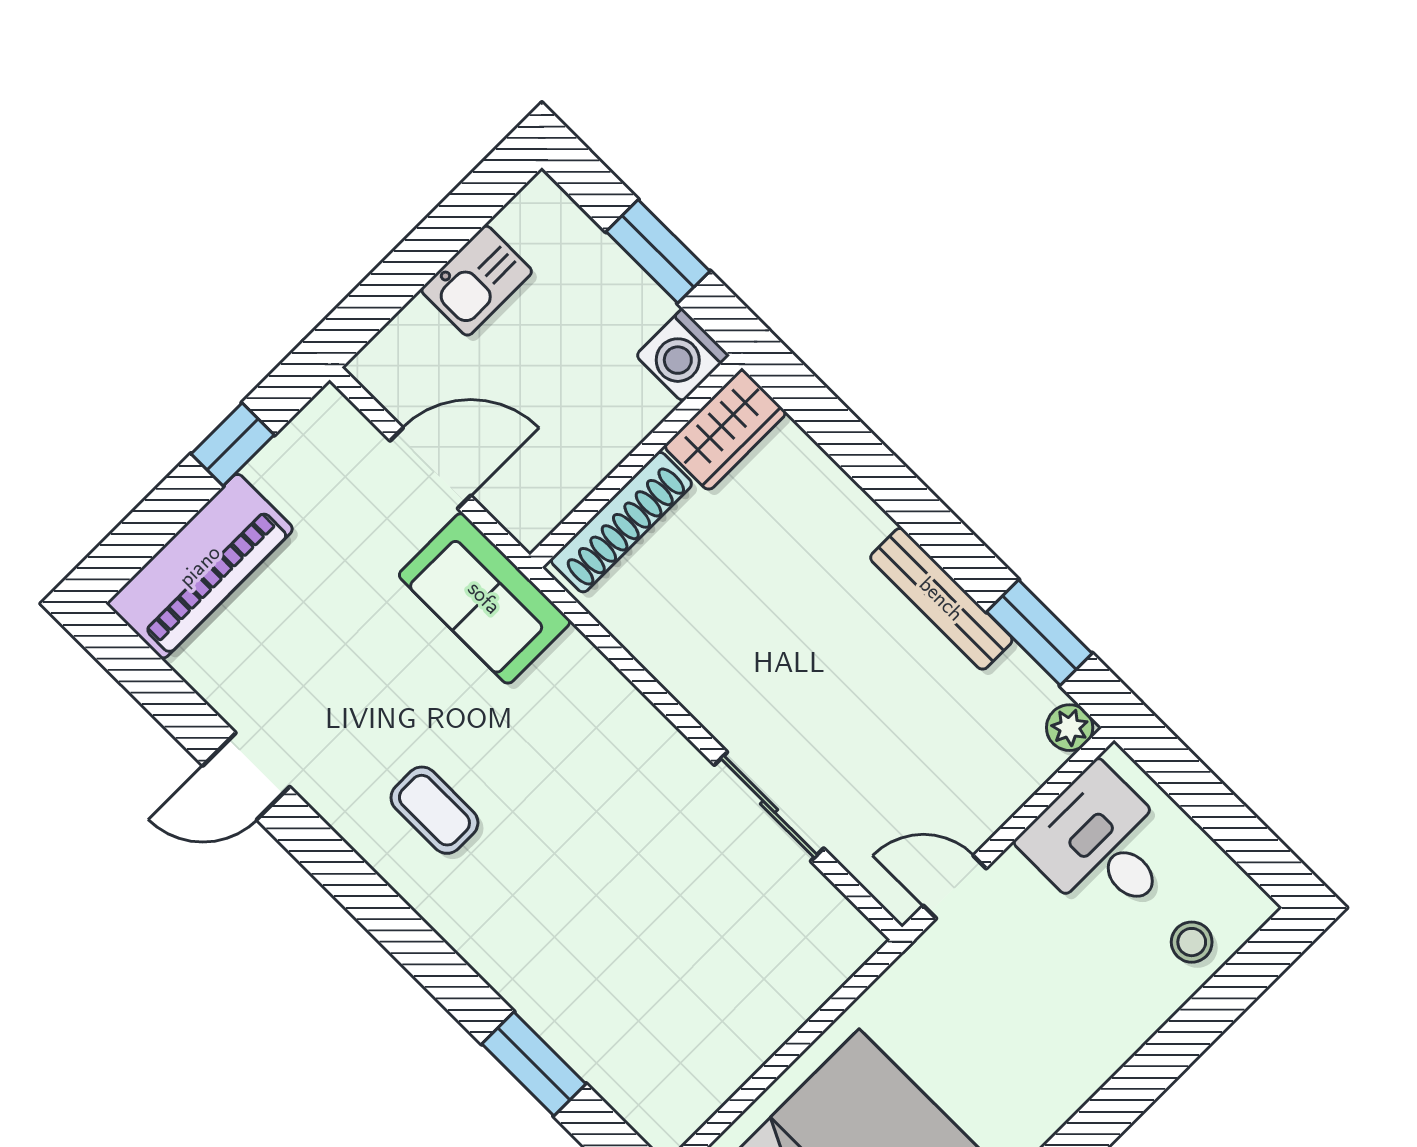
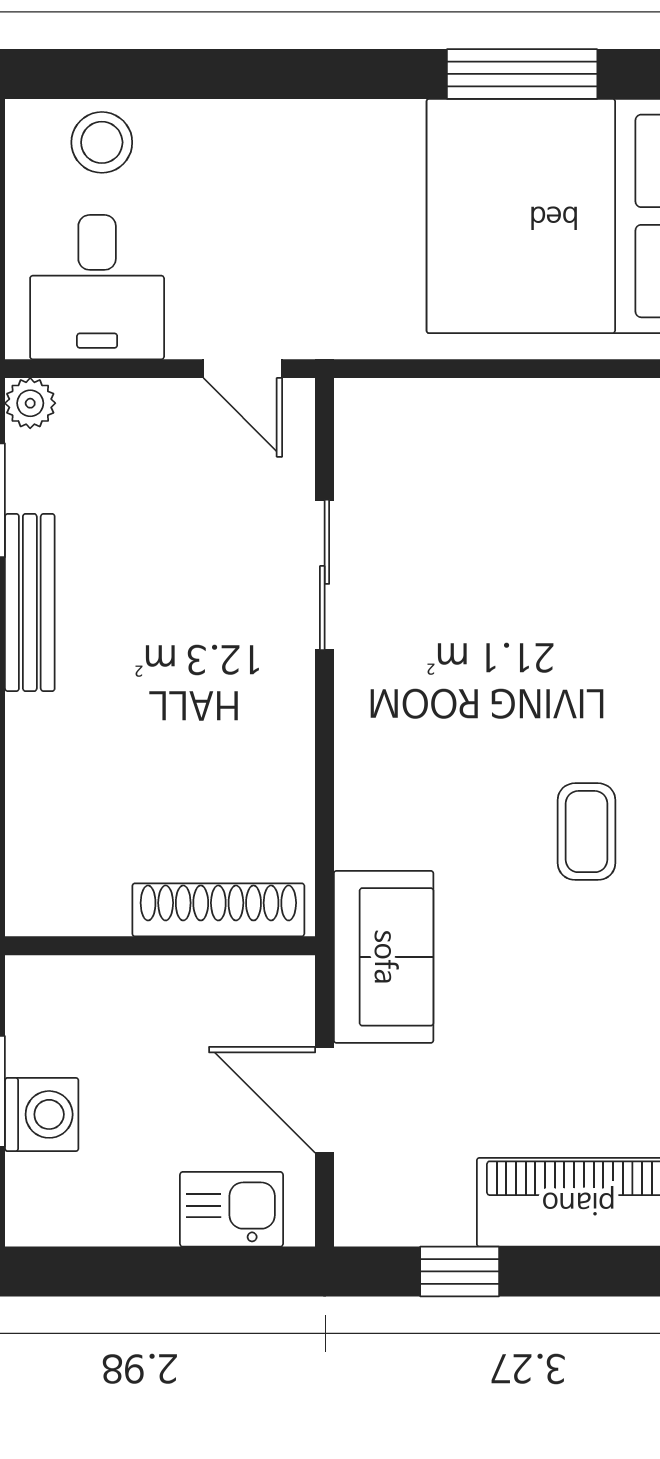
kitchen sink: (477, 281) -> (231, 1209), moved
washing machine: (683, 355) -> (42, 1114), moved
wardrobe: (725, 430) -> (66, 901), removed
stool: (1192, 942) -> (102, 142), width x1.37, depth x1.37

